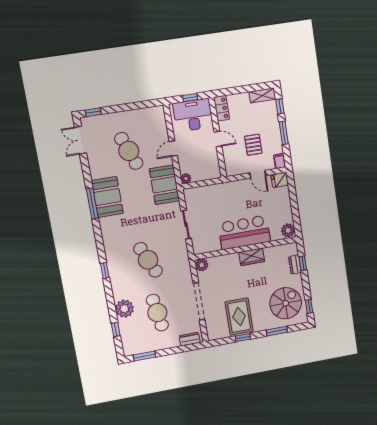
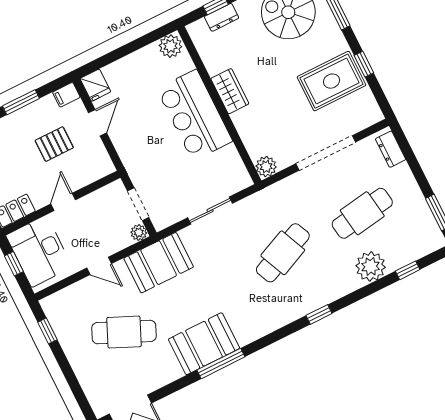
window: (93, 112) -> (47, 331), moved
cafe table: (129, 151) -> (124, 332), turned 45
doorway: (203, 183) -> (138, 204), added

